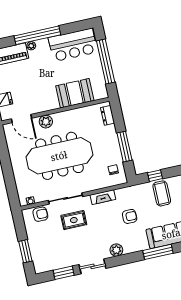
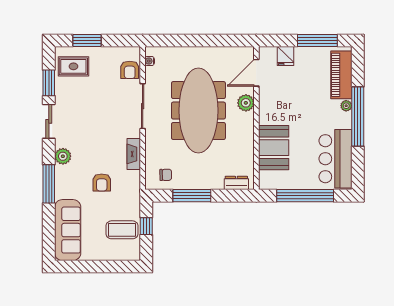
rug: (74, 220) -> (73, 66), moved, turned 90
window: (158, 252) -> (49, 184), moved

